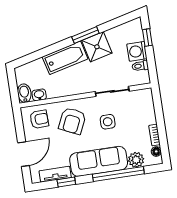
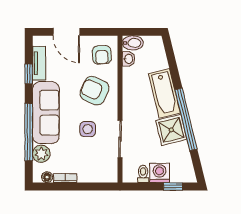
window: (85, 35) -> (186, 119), width x2.11

